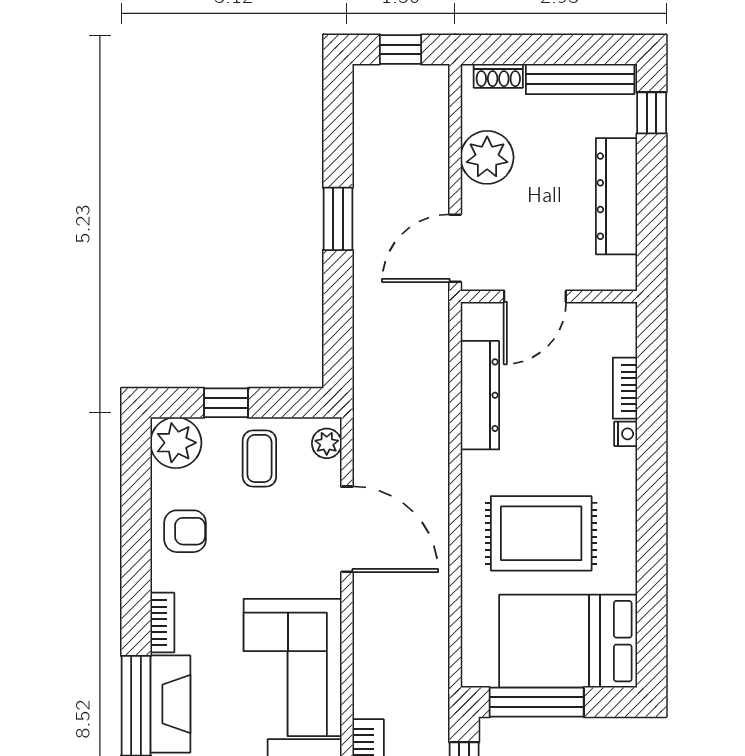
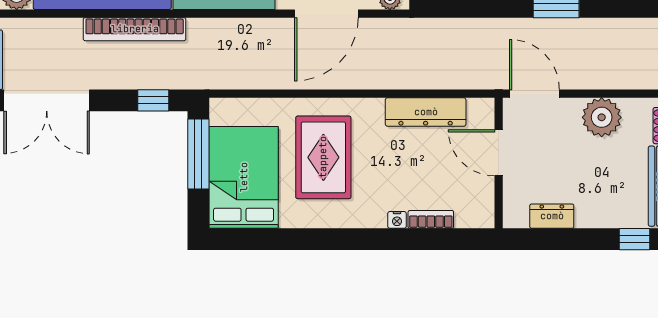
dresser: (617, 196) -> (552, 216), width x0.51, depth x0.80

